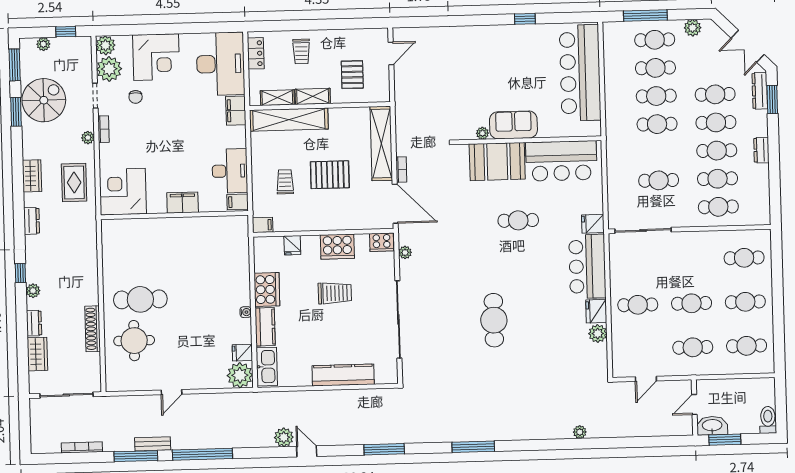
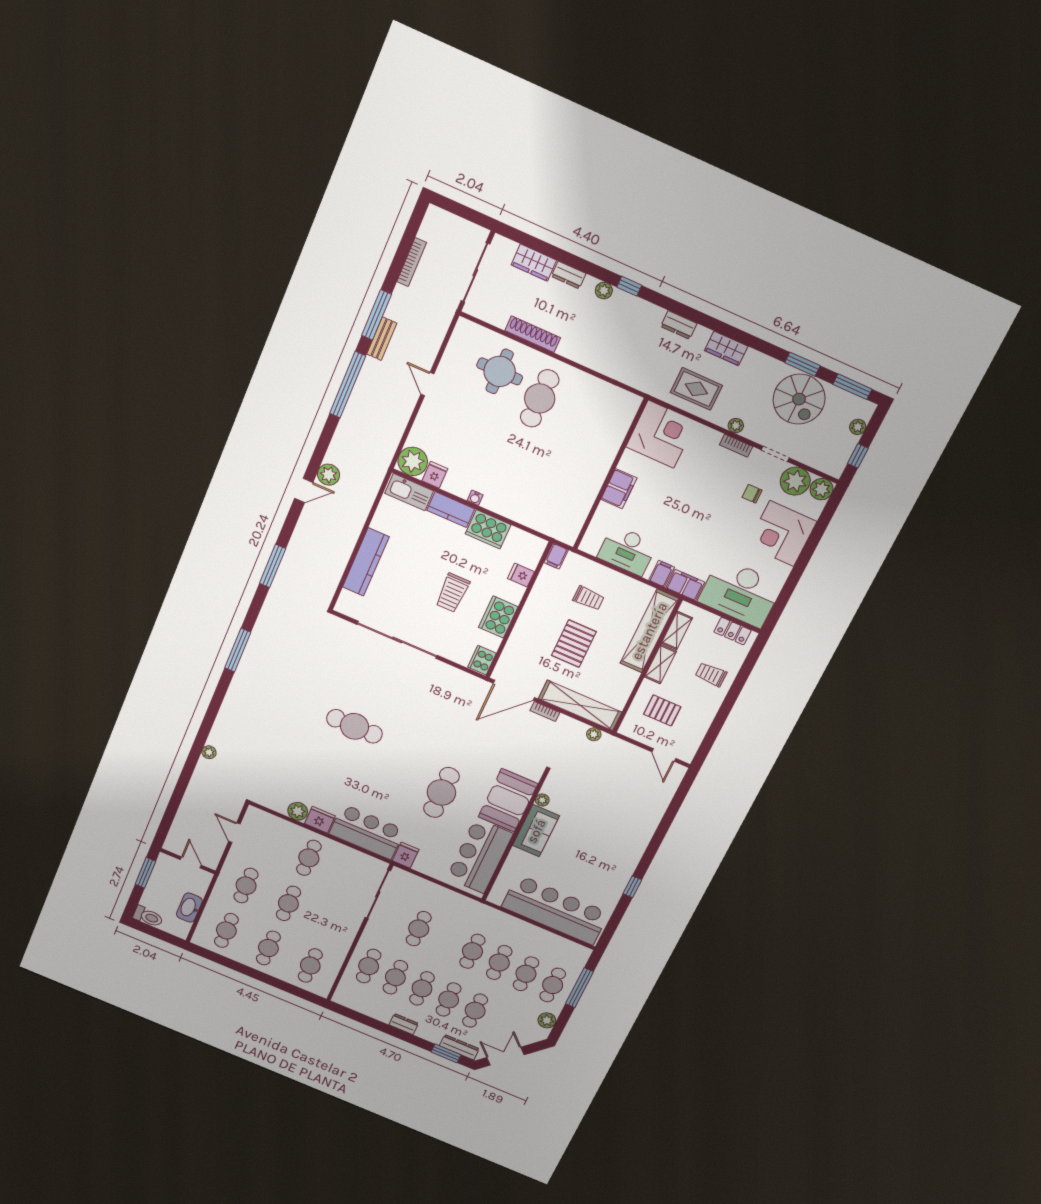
filing cabinet: (238, 202) -> (662, 574), moved
cafe table: (518, 220) -> (441, 792), width x1.37, depth x1.35
plant: (405, 252) -> (594, 734), moved
washbasin: (712, 426) -> (189, 908), moved, turned 180

